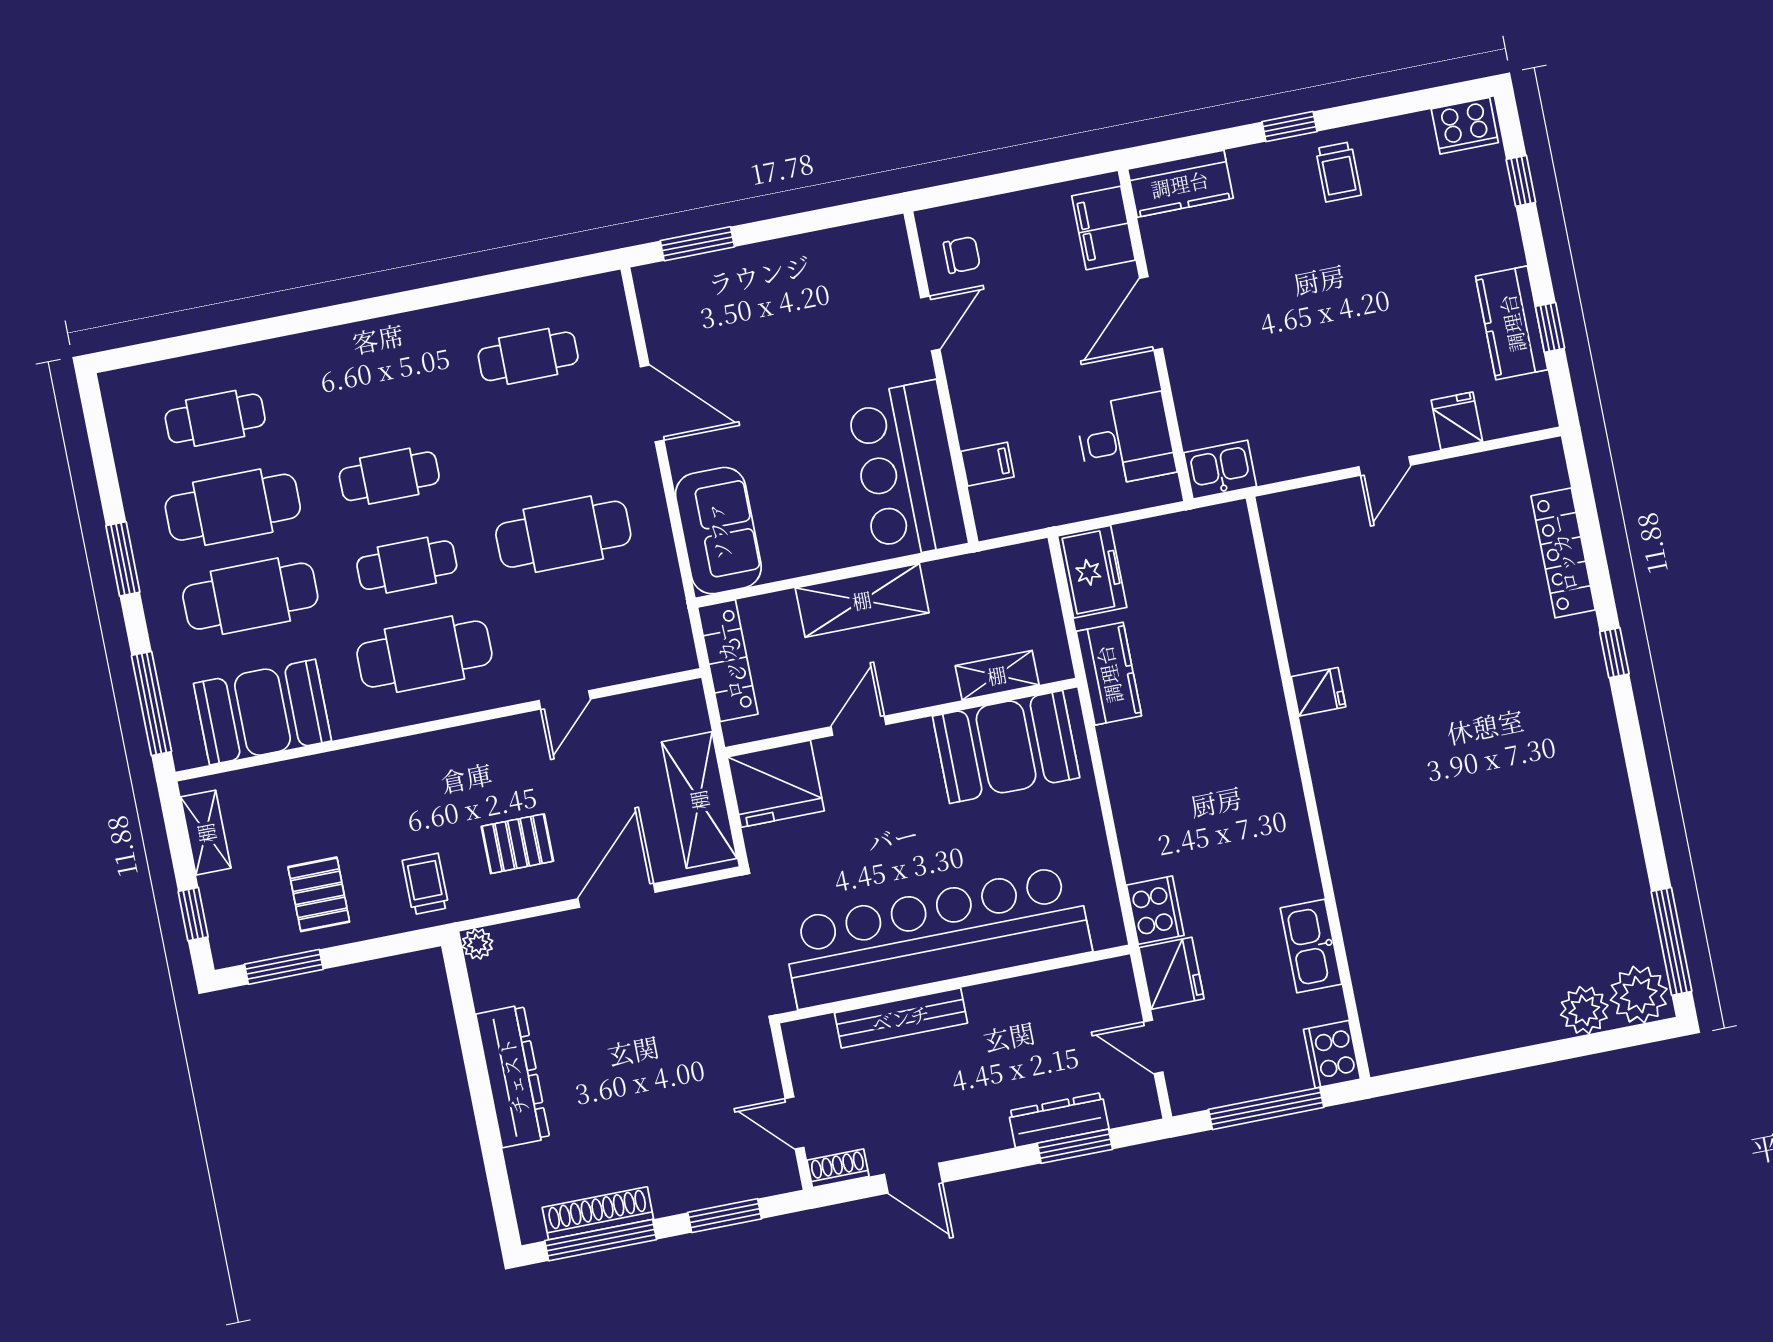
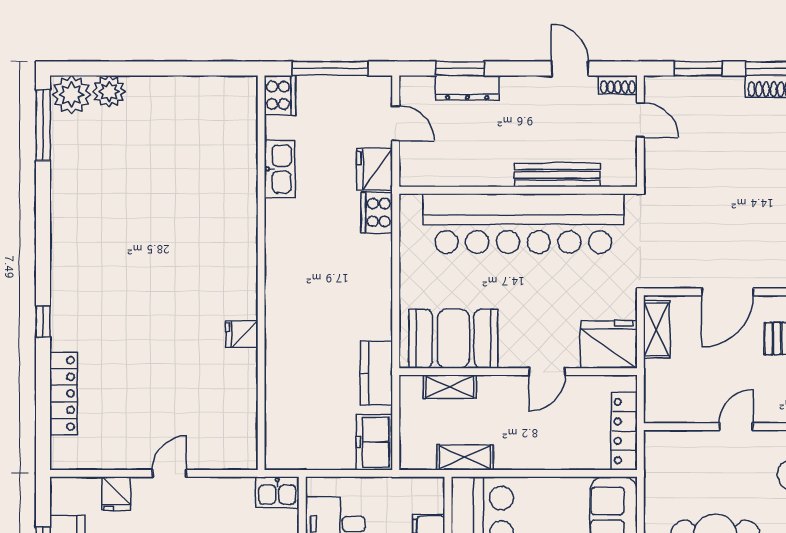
shelving: (862, 600) -> (465, 457), moved, width x0.67, depth x0.75
shelving: (699, 800) -> (657, 329), width x0.67, depth x0.75

